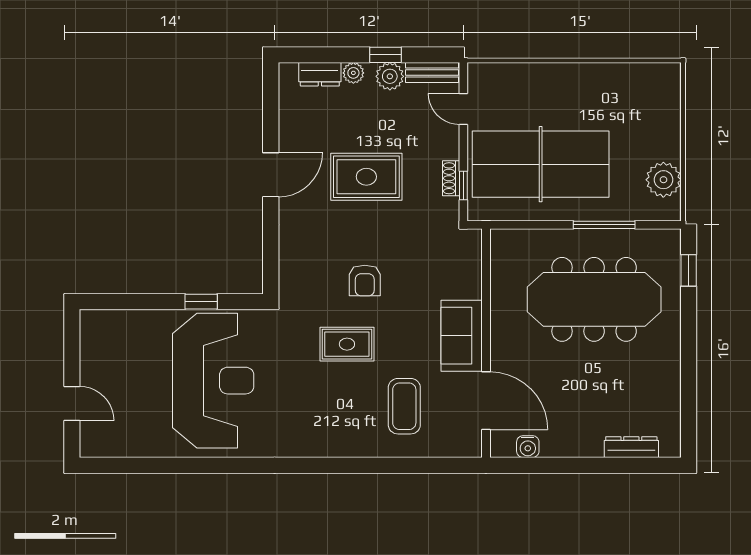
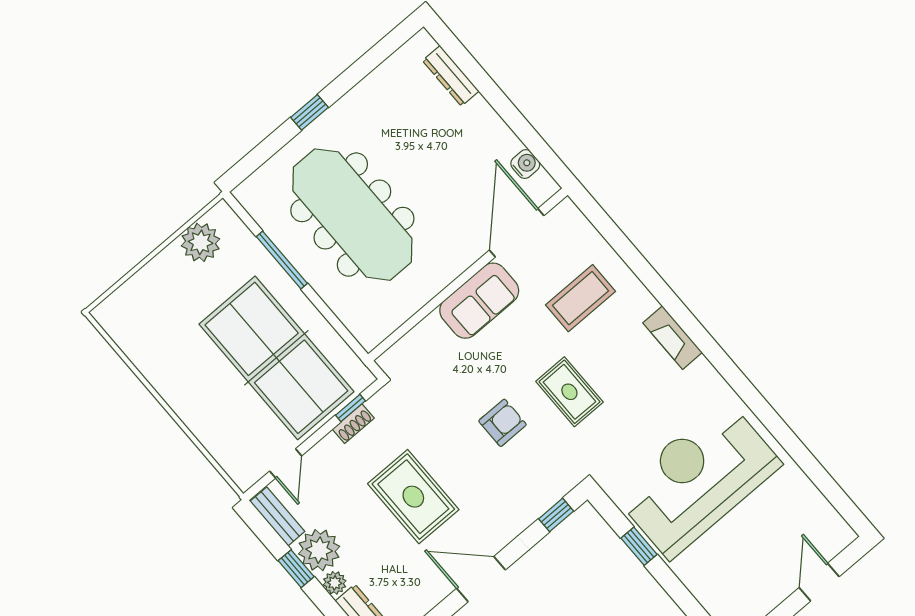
plant: (390, 76) -> (319, 550), width x1.36, depth x1.36
window: (271, 263) -> (556, 515), added
window: (689, 270) -> (310, 112), moved
fireplace: (324, 446) -> (673, 338), added

